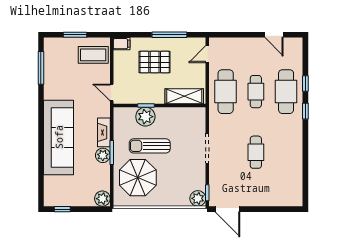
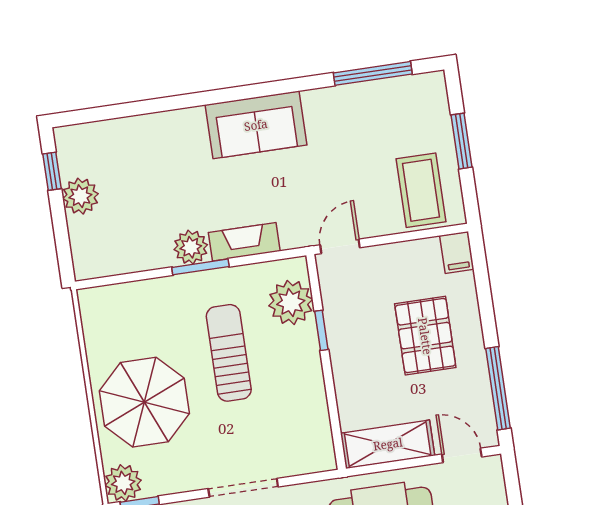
window: (169, 35) -> (498, 388), moved
shelving: (184, 96) -> (388, 444), moved, turned 90
plant: (145, 117) -> (291, 303), moved
sofa: (59, 137) -> (256, 125), width x0.54, depth x0.79
parasol: (138, 178) -> (144, 402), moved
plant: (102, 199) -> (80, 196), moved

